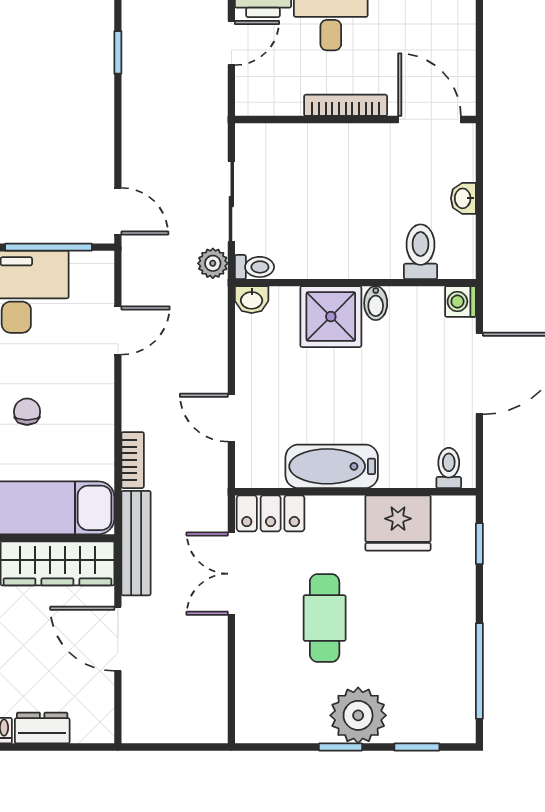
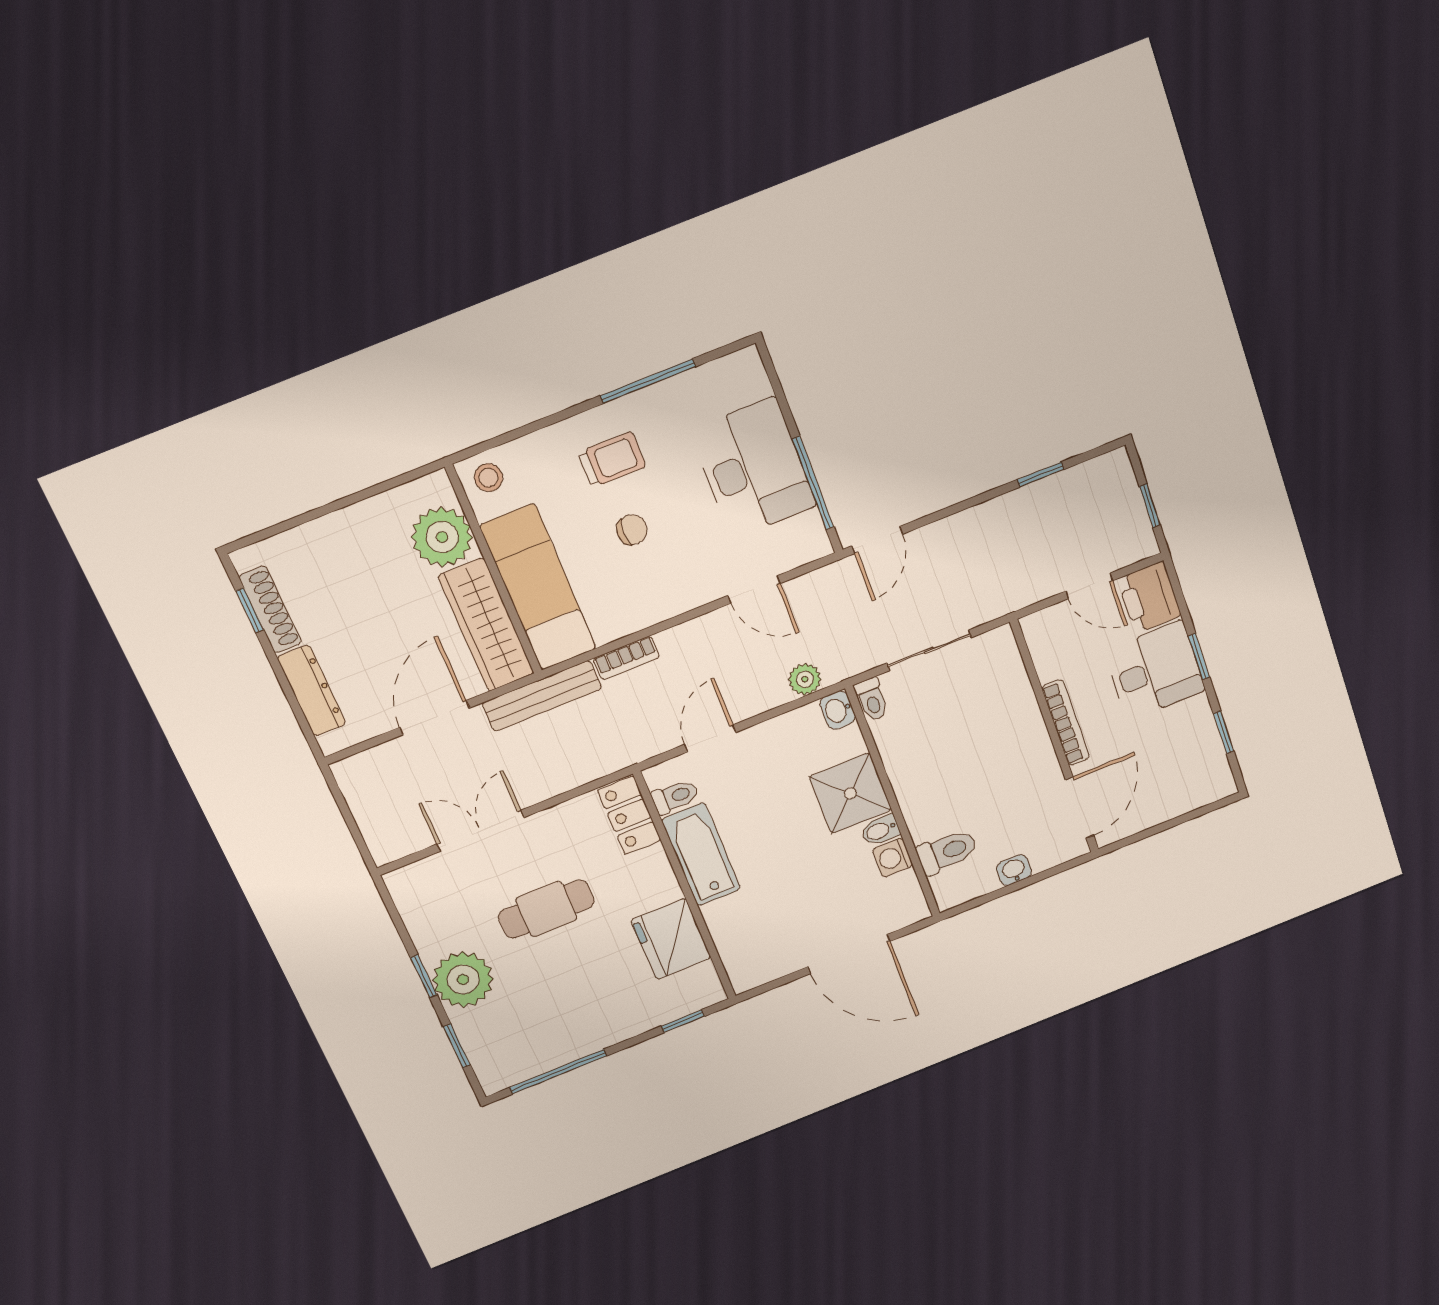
plant: (213, 263) -> (805, 679), moved
washing machine: (461, 301) -> (893, 858), moved, turned -90
toilet: (449, 468) -> (675, 797), moved
double door: (231, 574) -> (481, 831), moved
dresser: (42, 728) -> (312, 691), width x1.44

